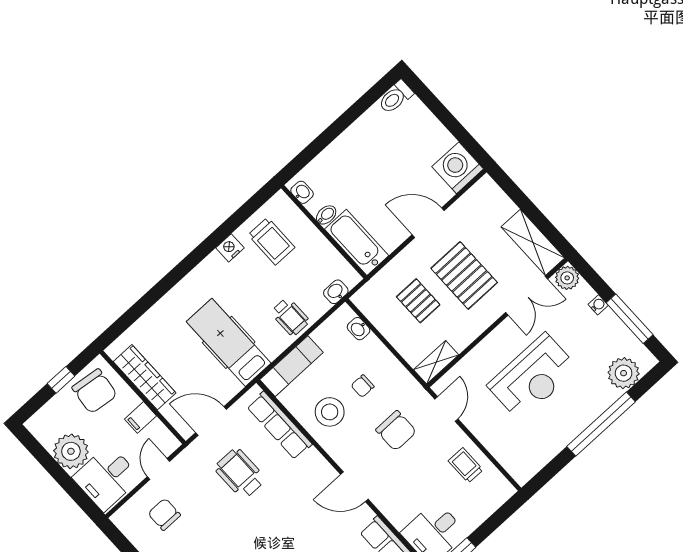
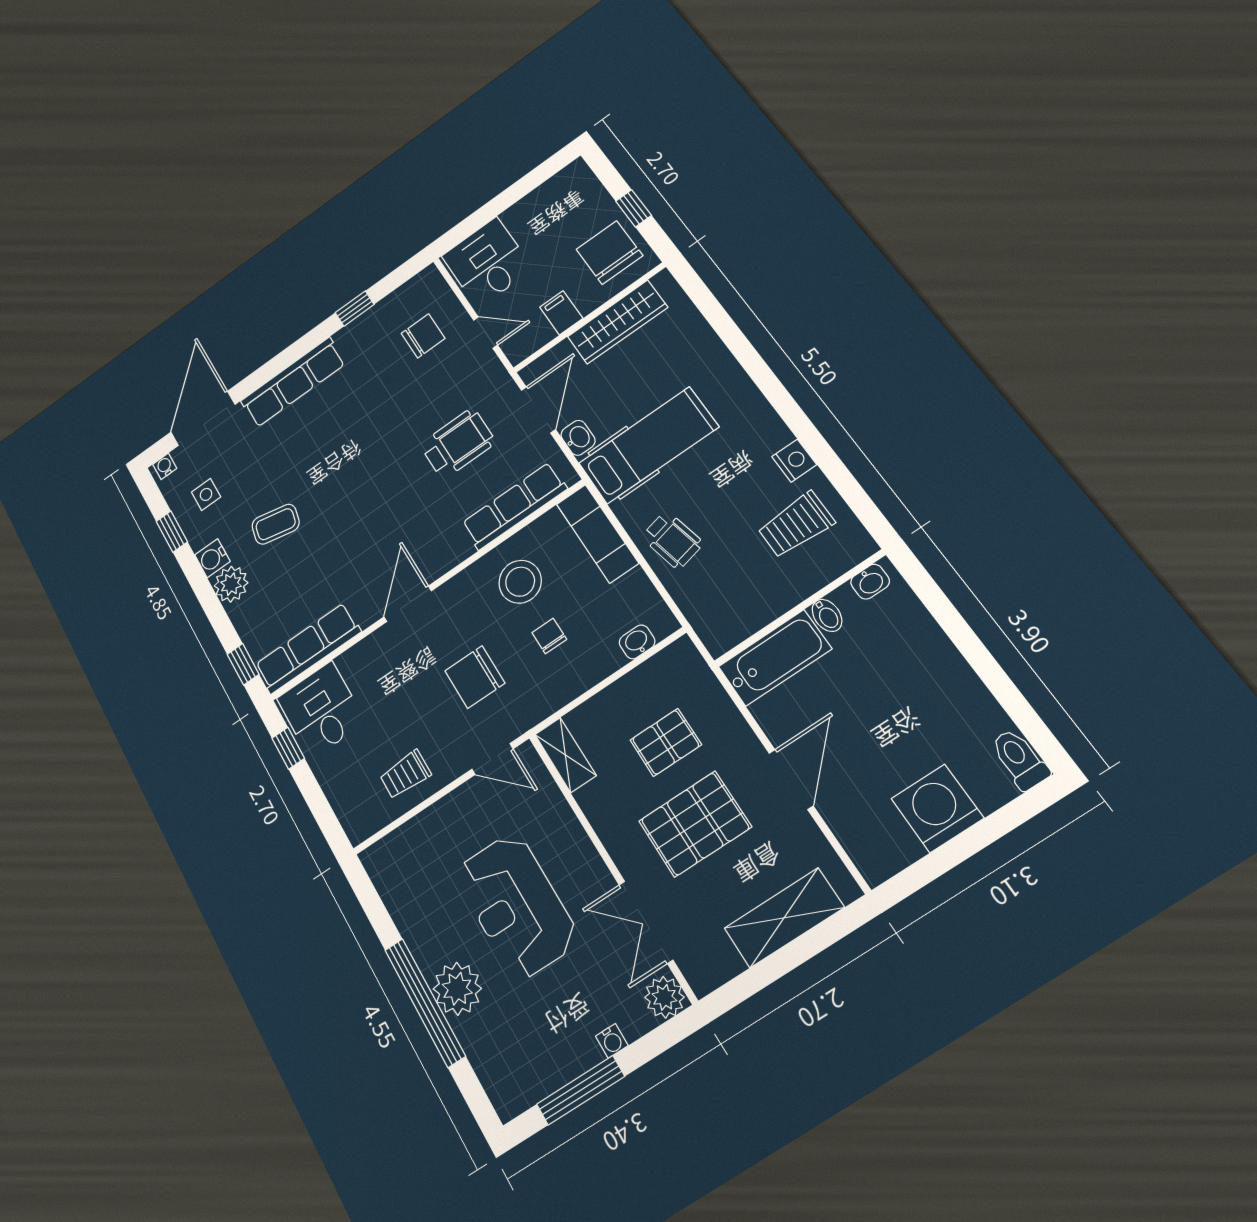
washing machine: (458, 168) -> (937, 808), moved, turned -90
shelving: (533, 242) -> (784, 918), moved
washbasin: (336, 292) -> (578, 438), moved
wheelchair: (290, 317) -> (672, 540), turned -103
plant: (624, 373) -> (457, 989), moved
chair: (95, 391) -> (609, 253), turned 83
plant: (71, 451) -> (532, 217), removed
trolley: (466, 465) -> (405, 774), turned 180

